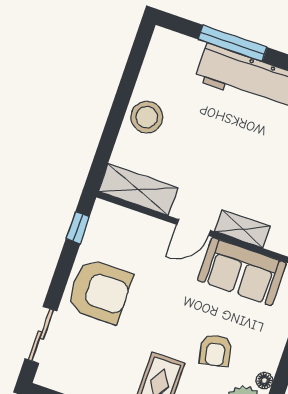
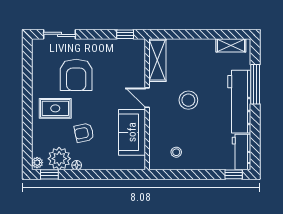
stool: (147, 117) -> (188, 100), moved
shelving: (242, 229) -> (231, 45), moved, turned 90
armchair: (100, 291) -> (76, 75), moved

